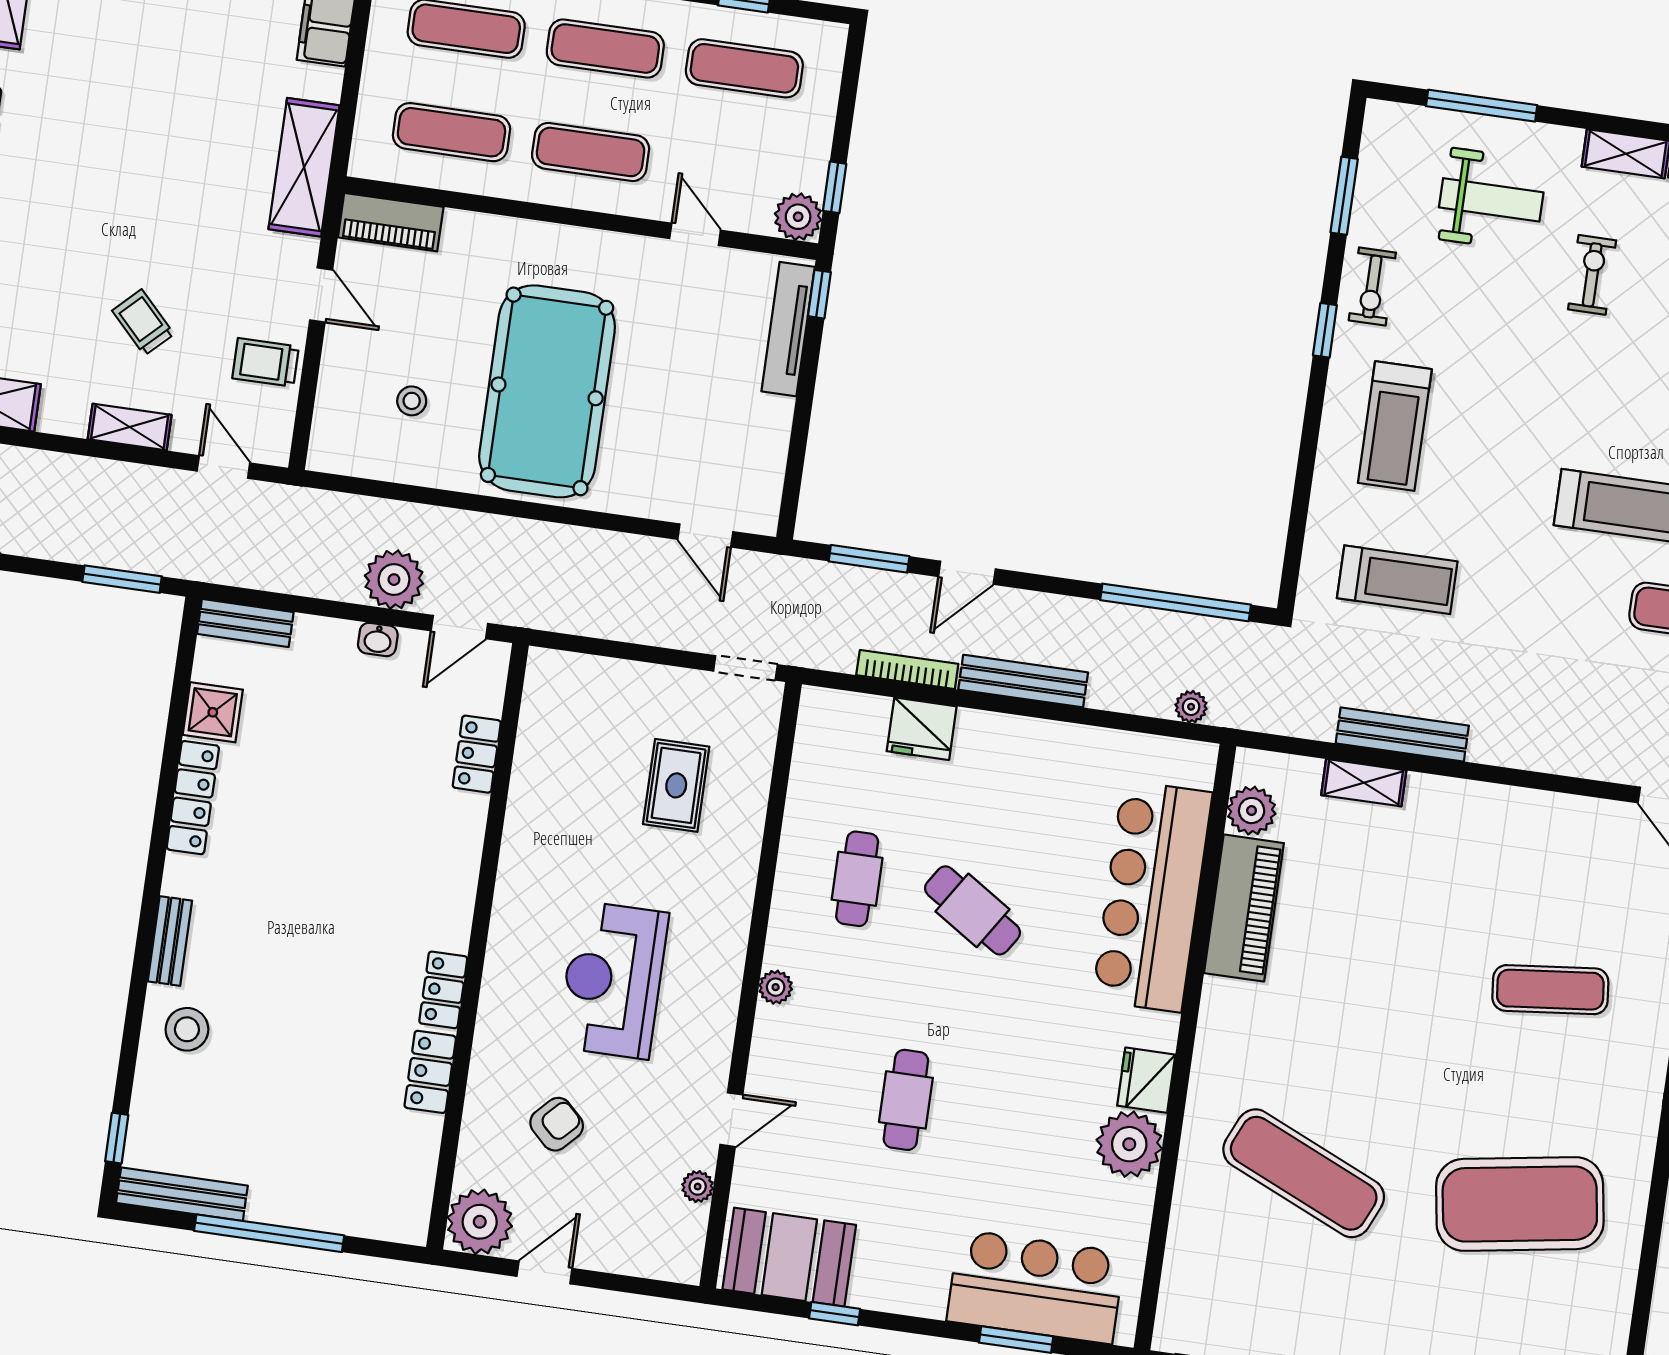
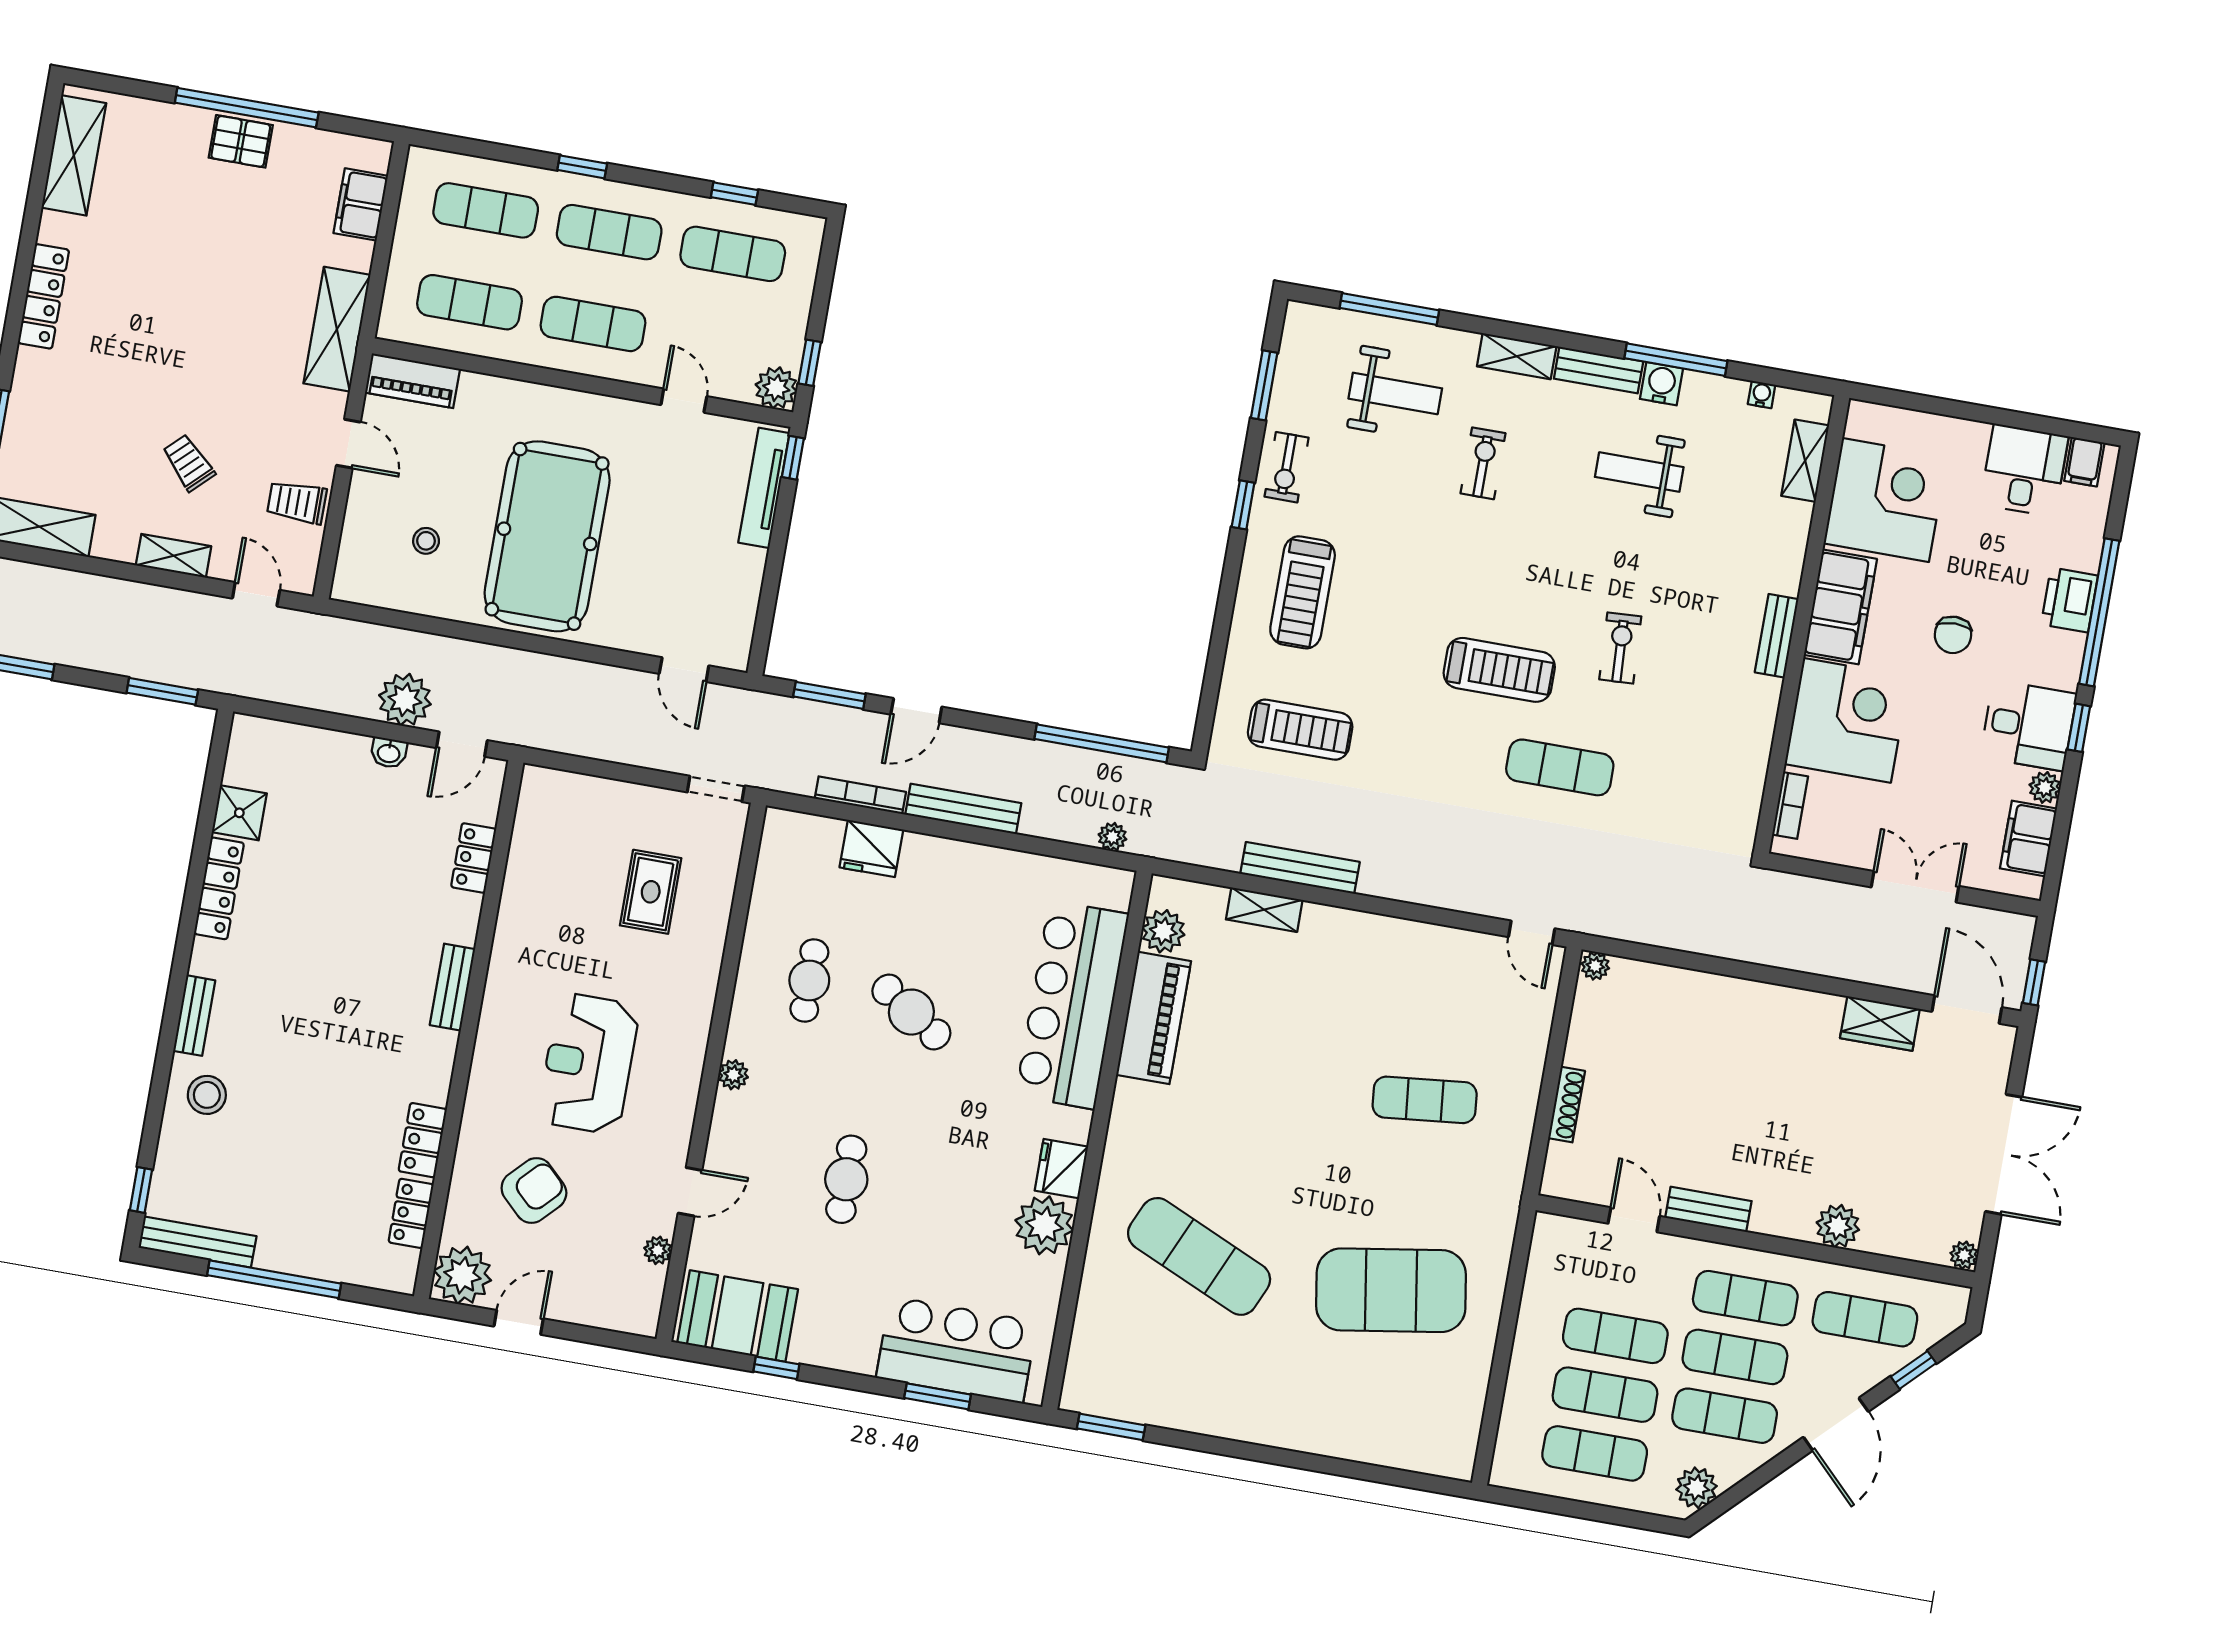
bench: (245, 623) -> (452, 987), moved, turned 90
locker: (443, 990) -> (411, 1213), moved
armchair: (557, 1124) -> (534, 1191), width x1.38, depth x1.38

